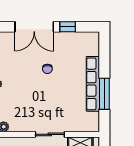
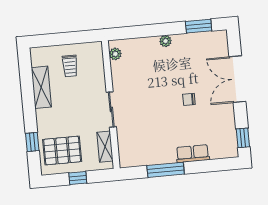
window: (68, 27) -> (243, 138), moved
row of seats: (93, 84) -> (193, 154), width x0.50

